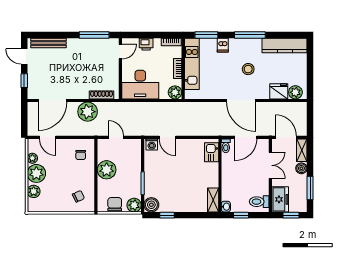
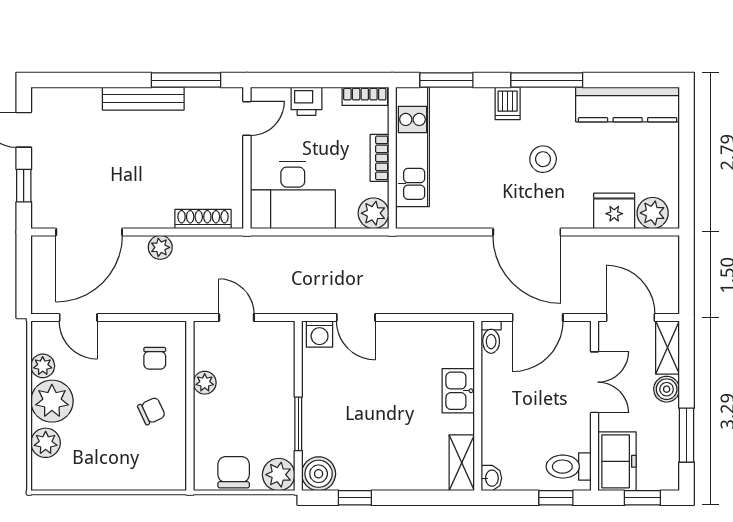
bench: (48, 43) -> (143, 99), moved
dishwasher: (223, 45) -> (508, 103), moved
plant: (88, 112) -> (160, 247), width x0.53, depth x0.53
kitchen sink: (212, 152) -> (458, 391), moved
plant: (107, 170) -> (205, 383), width x0.53, depth x0.53
chair: (78, 196) -> (151, 411), moved
window: (241, 215) -> (556, 498), moved

